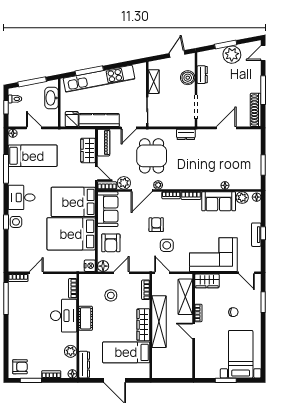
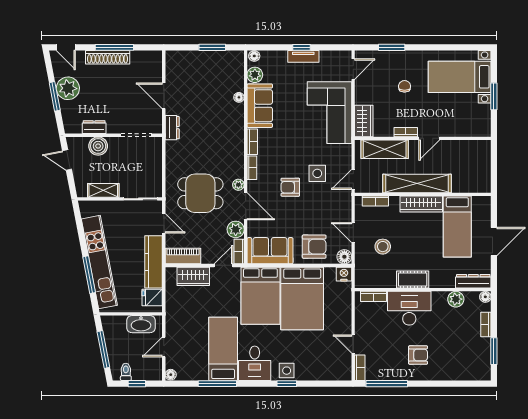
washbasin: (51, 98) -> (141, 324), moved
shoe rack: (256, 110) -> (108, 57), moved
dresser: (186, 134) -> (172, 128), moved
bed: (33, 156) -> (223, 349), moved
armchair: (20, 367) -> (418, 355), moved, turned 90

